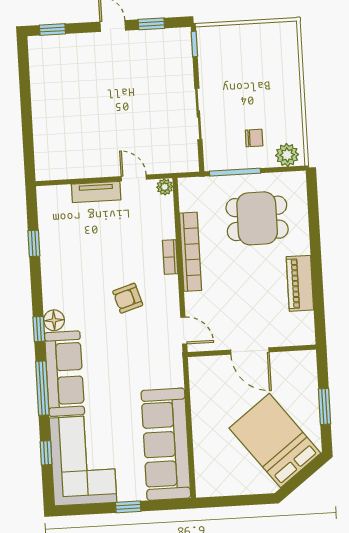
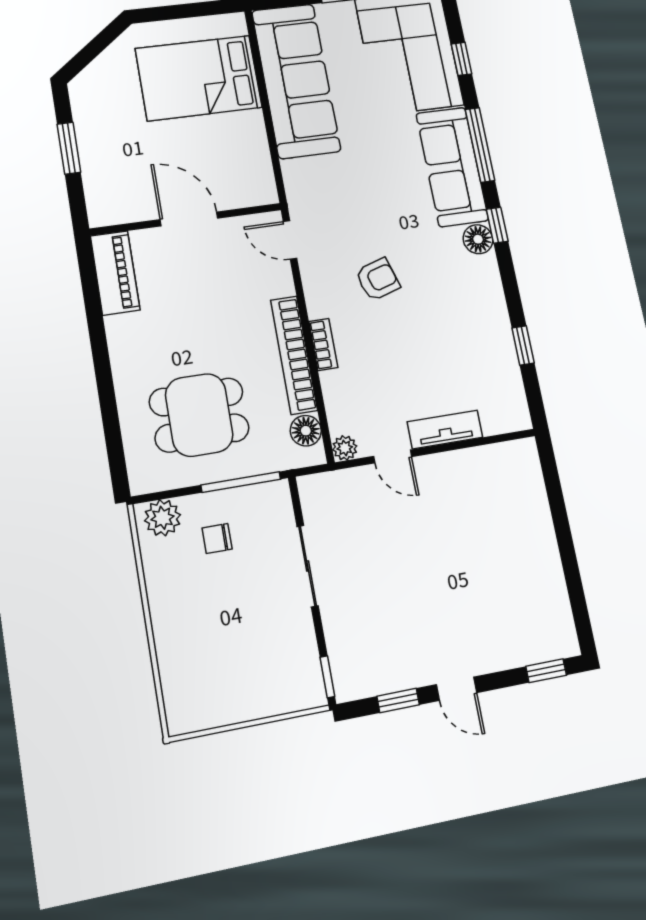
floor lamp: (189, 201) -> (306, 431), added
piano: (300, 283) -> (115, 273), moved
bed: (275, 441) -> (199, 78), moved, turned 127

